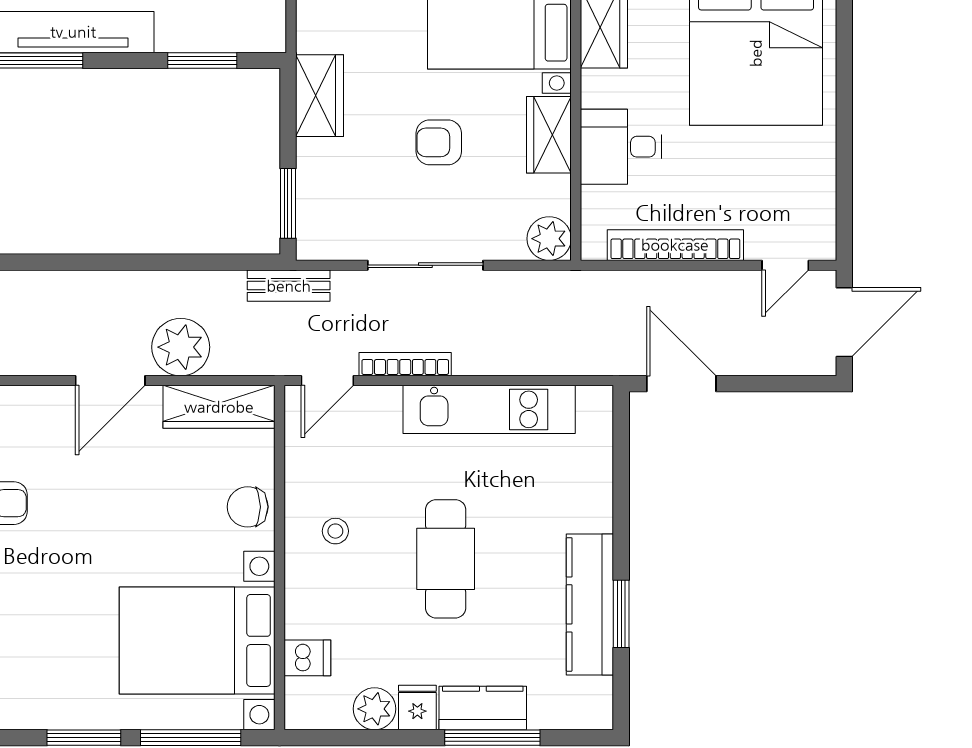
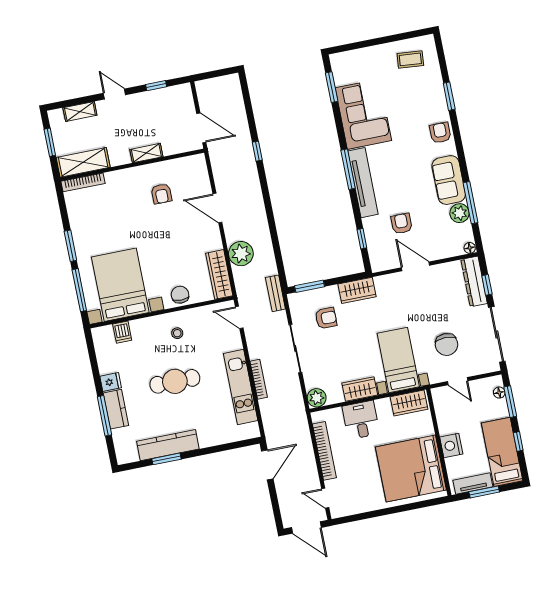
window: (202, 60) -> (362, 239), width x0.67
armchair: (439, 142) -> (326, 318), moved, turned 90
bookcase: (405, 364) -> (259, 379), moved
door: (110, 381) -> (217, 208), moved
plant: (374, 709) -> (107, 364), removed

